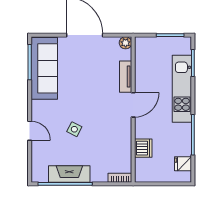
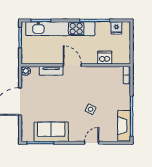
sofa: (44, 68) -> (51, 132), width x0.73
kitchen unit: (182, 89) -> (60, 29), width x1.36
fireplace: (69, 174) -> (124, 126), moved

